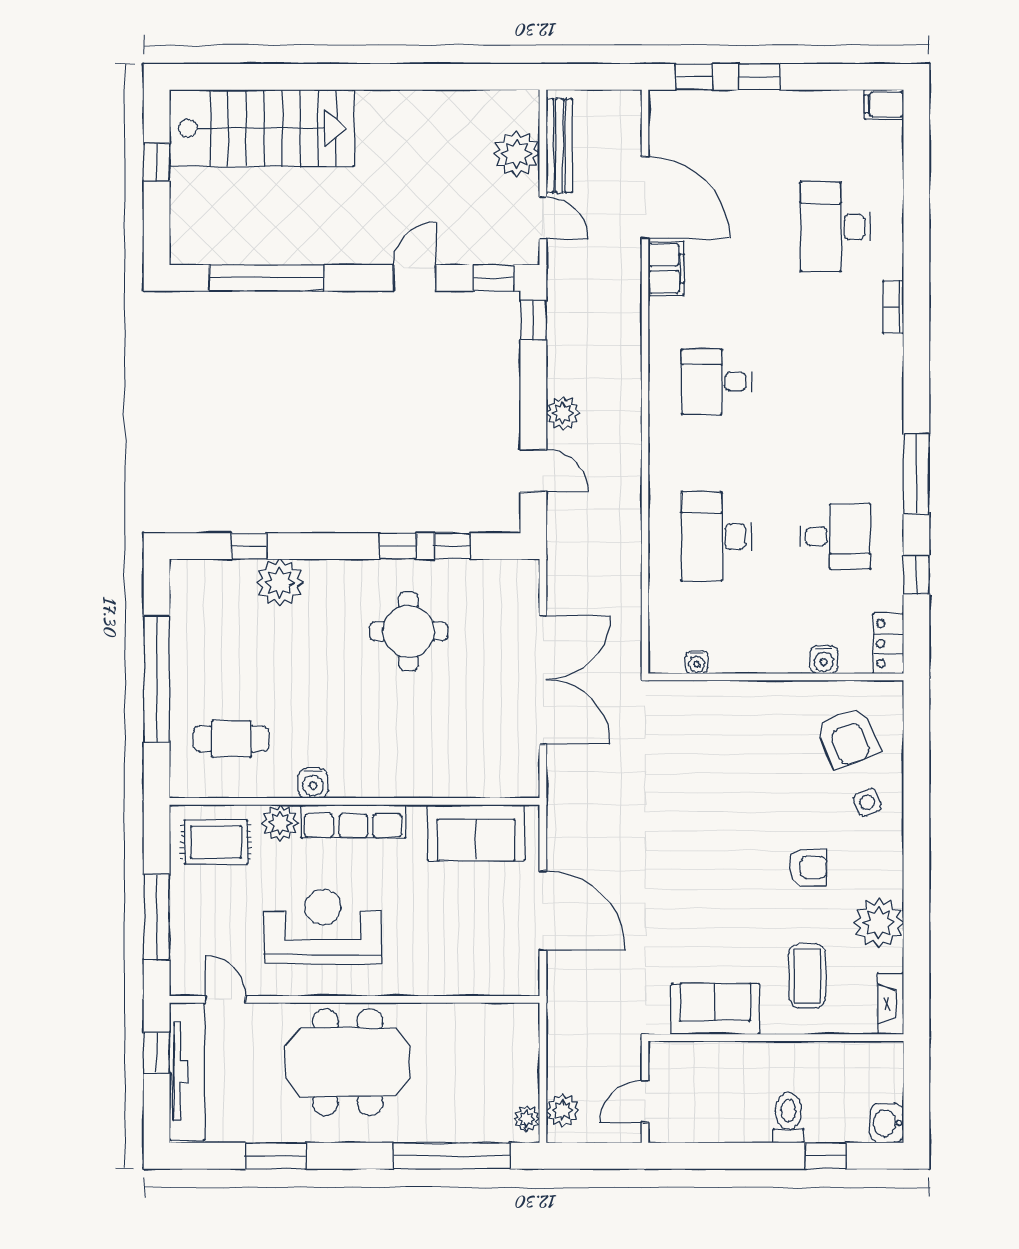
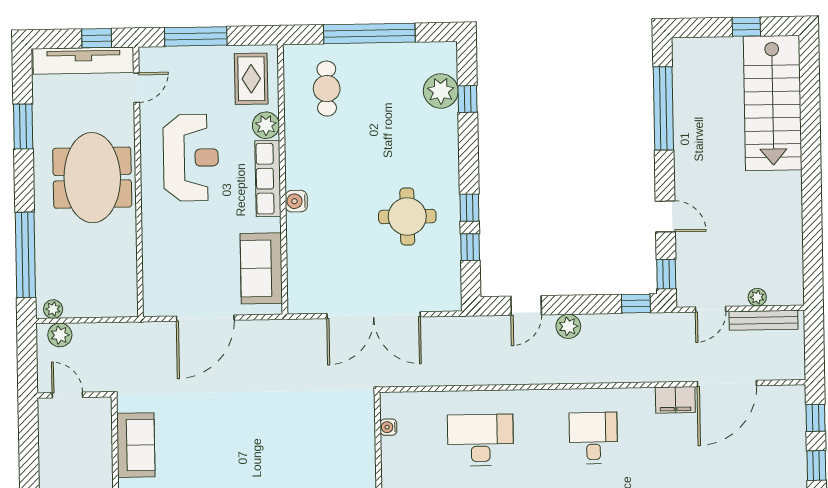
plant: (517, 154) -> (757, 297), width x0.53, depth x0.53
plant: (280, 583) -> (441, 91), moved
water cooler: (313, 783) -> (296, 201), moved

